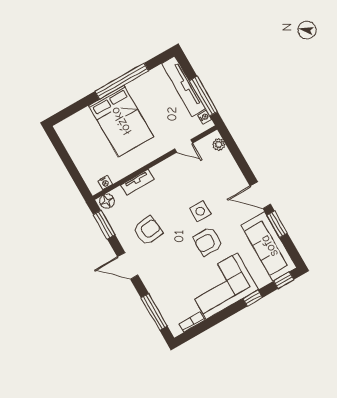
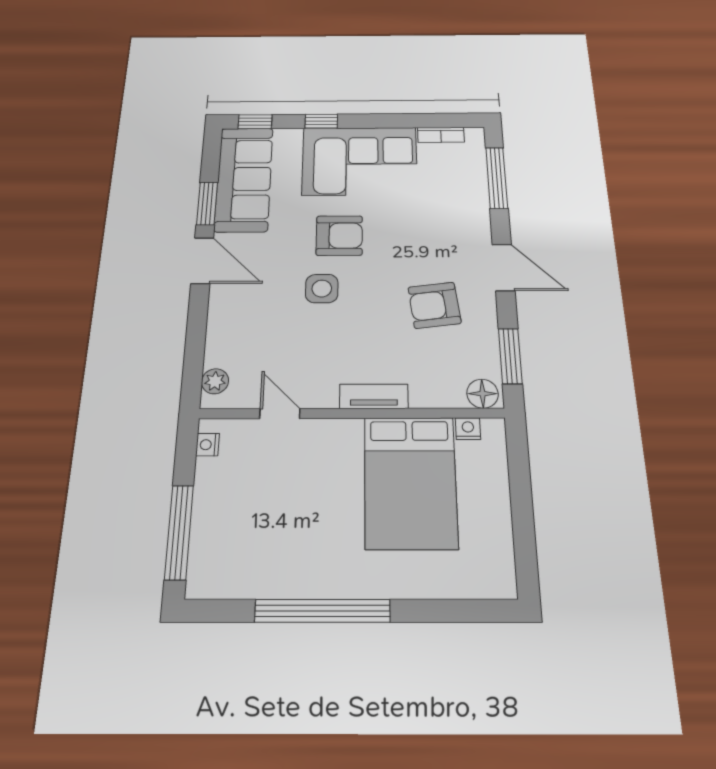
tv unit: (183, 86) -> (208, 527), removed
window: (203, 96) -> (179, 532), moved
bed: (121, 121) -> (410, 482), moved, turned 180
tv unit: (138, 182) -> (374, 396), moved

